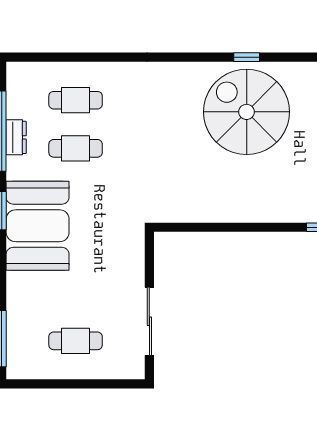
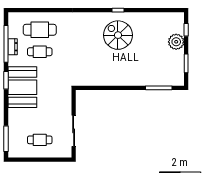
cafe table: (76, 100) -> (40, 30), width x1.37, depth x1.35
spiral stairs: (247, 112) -> (118, 35), width x0.73, depth x0.73

